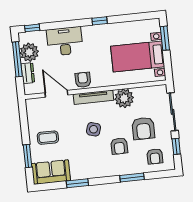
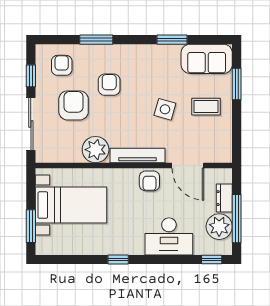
side table: (94, 129) -> (165, 109), moved

